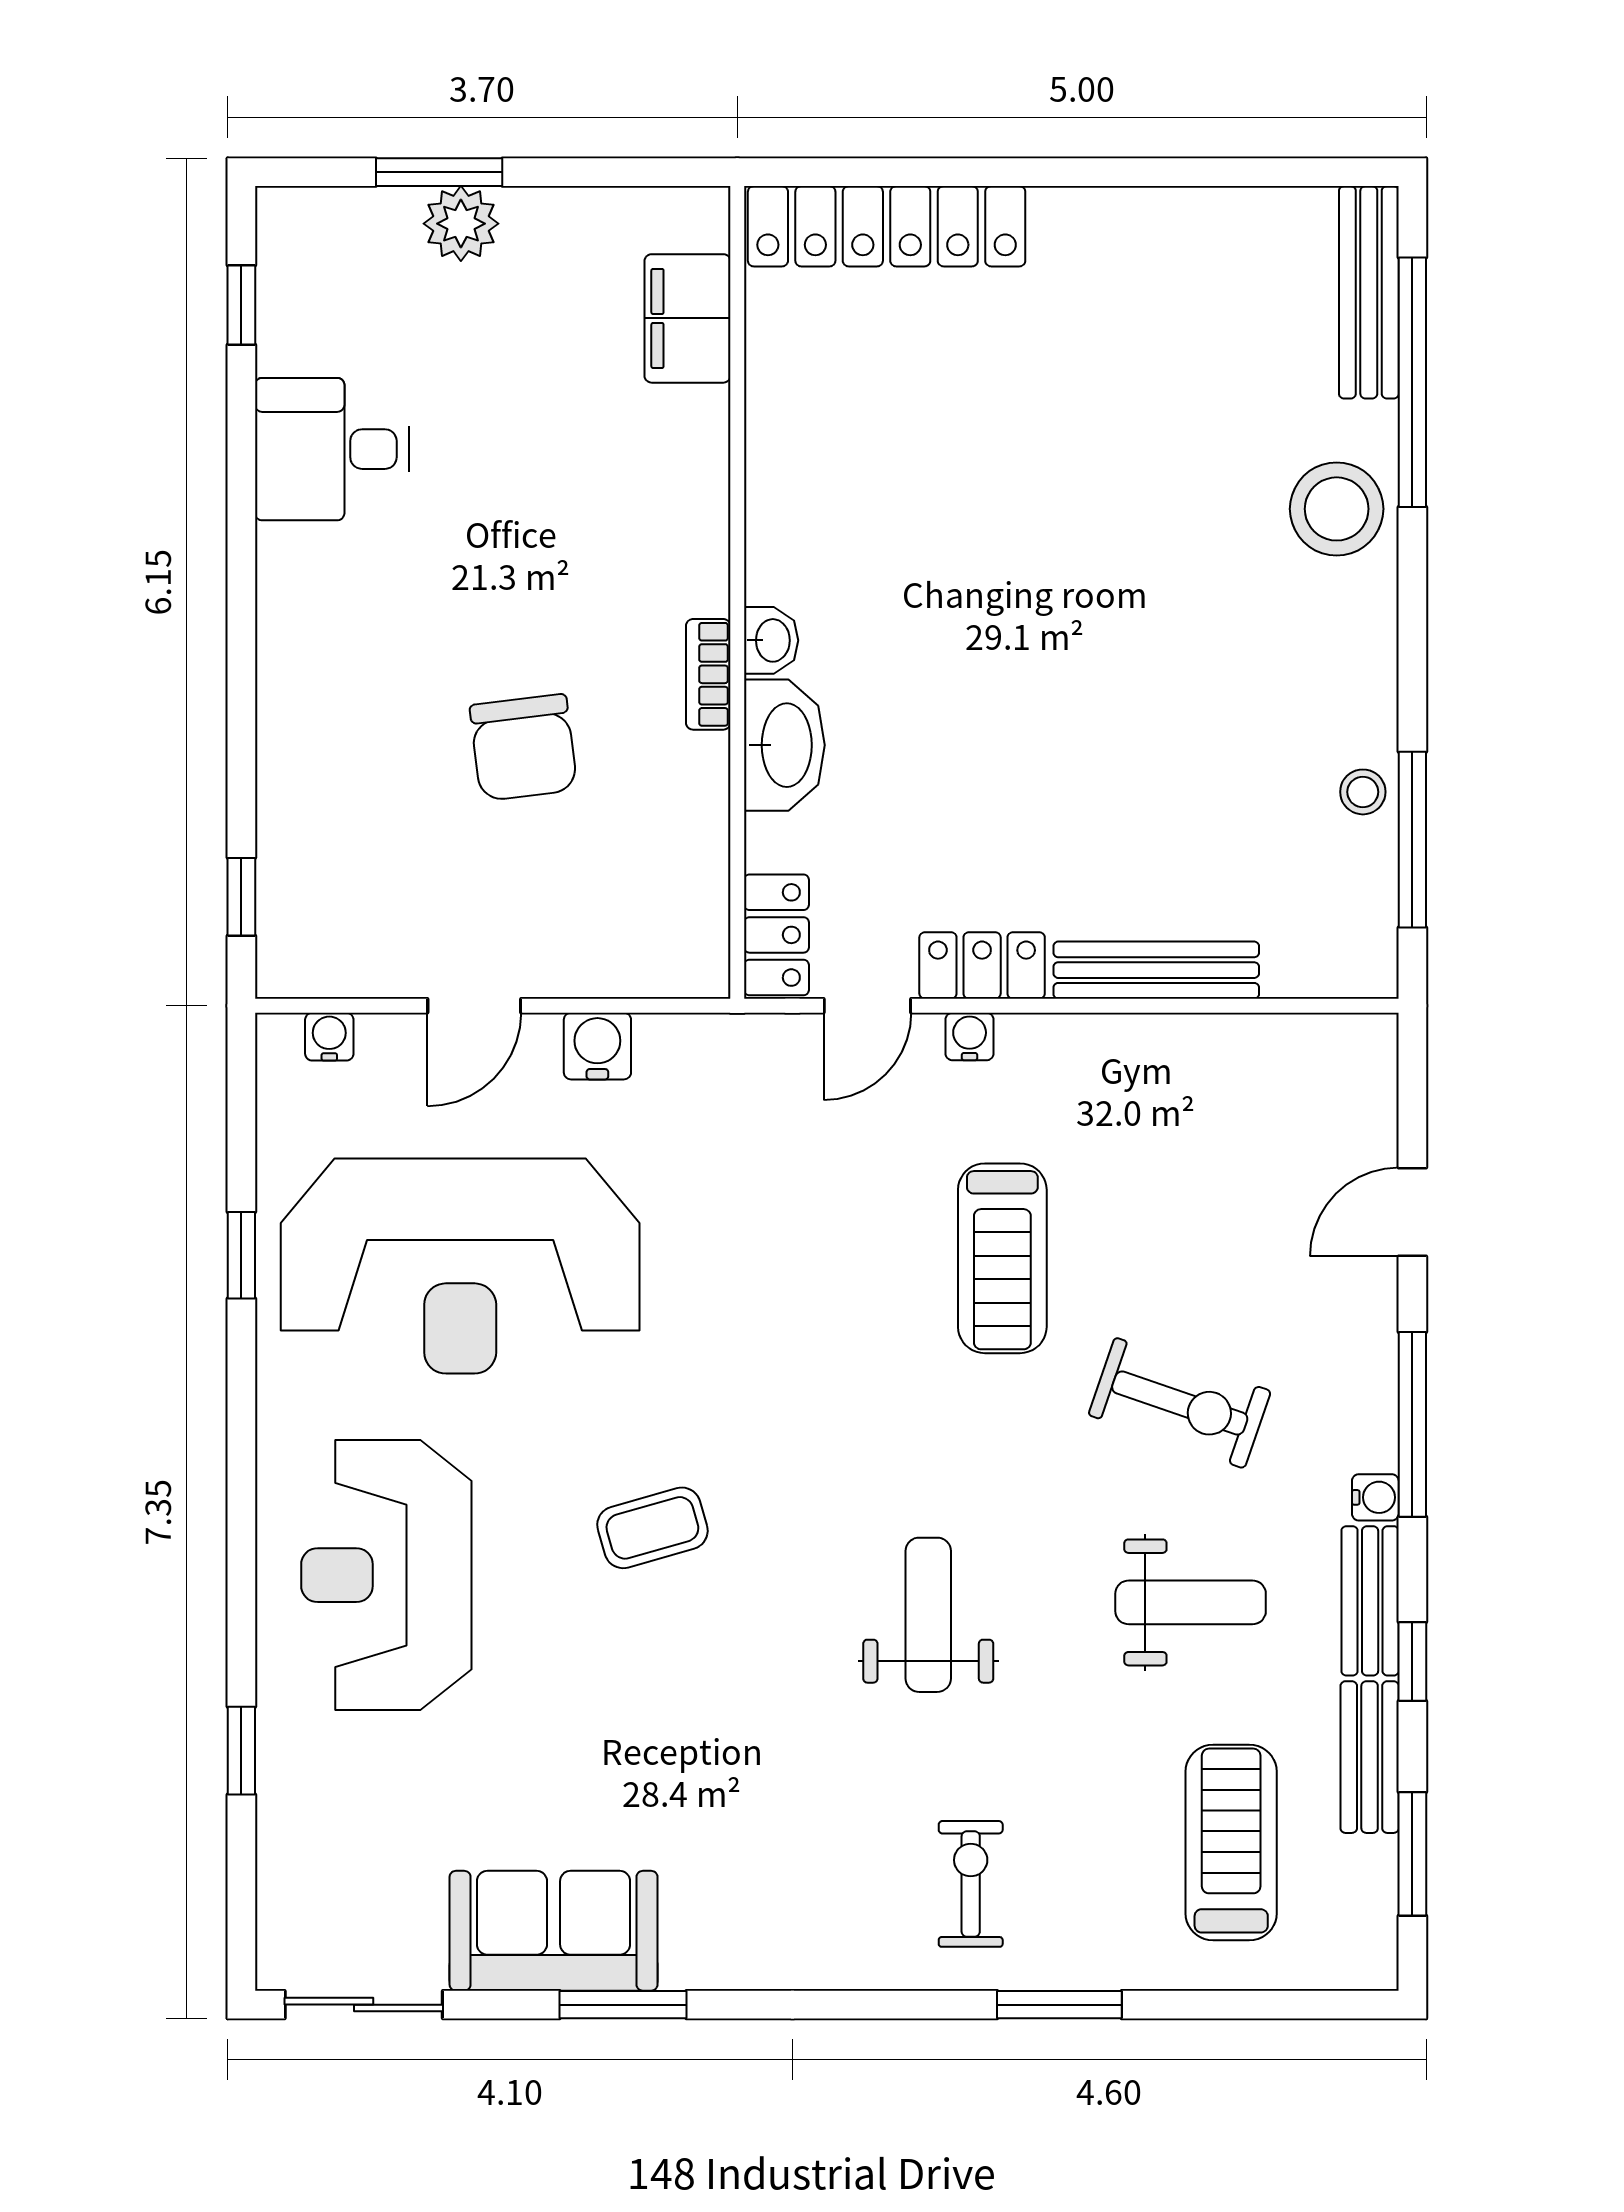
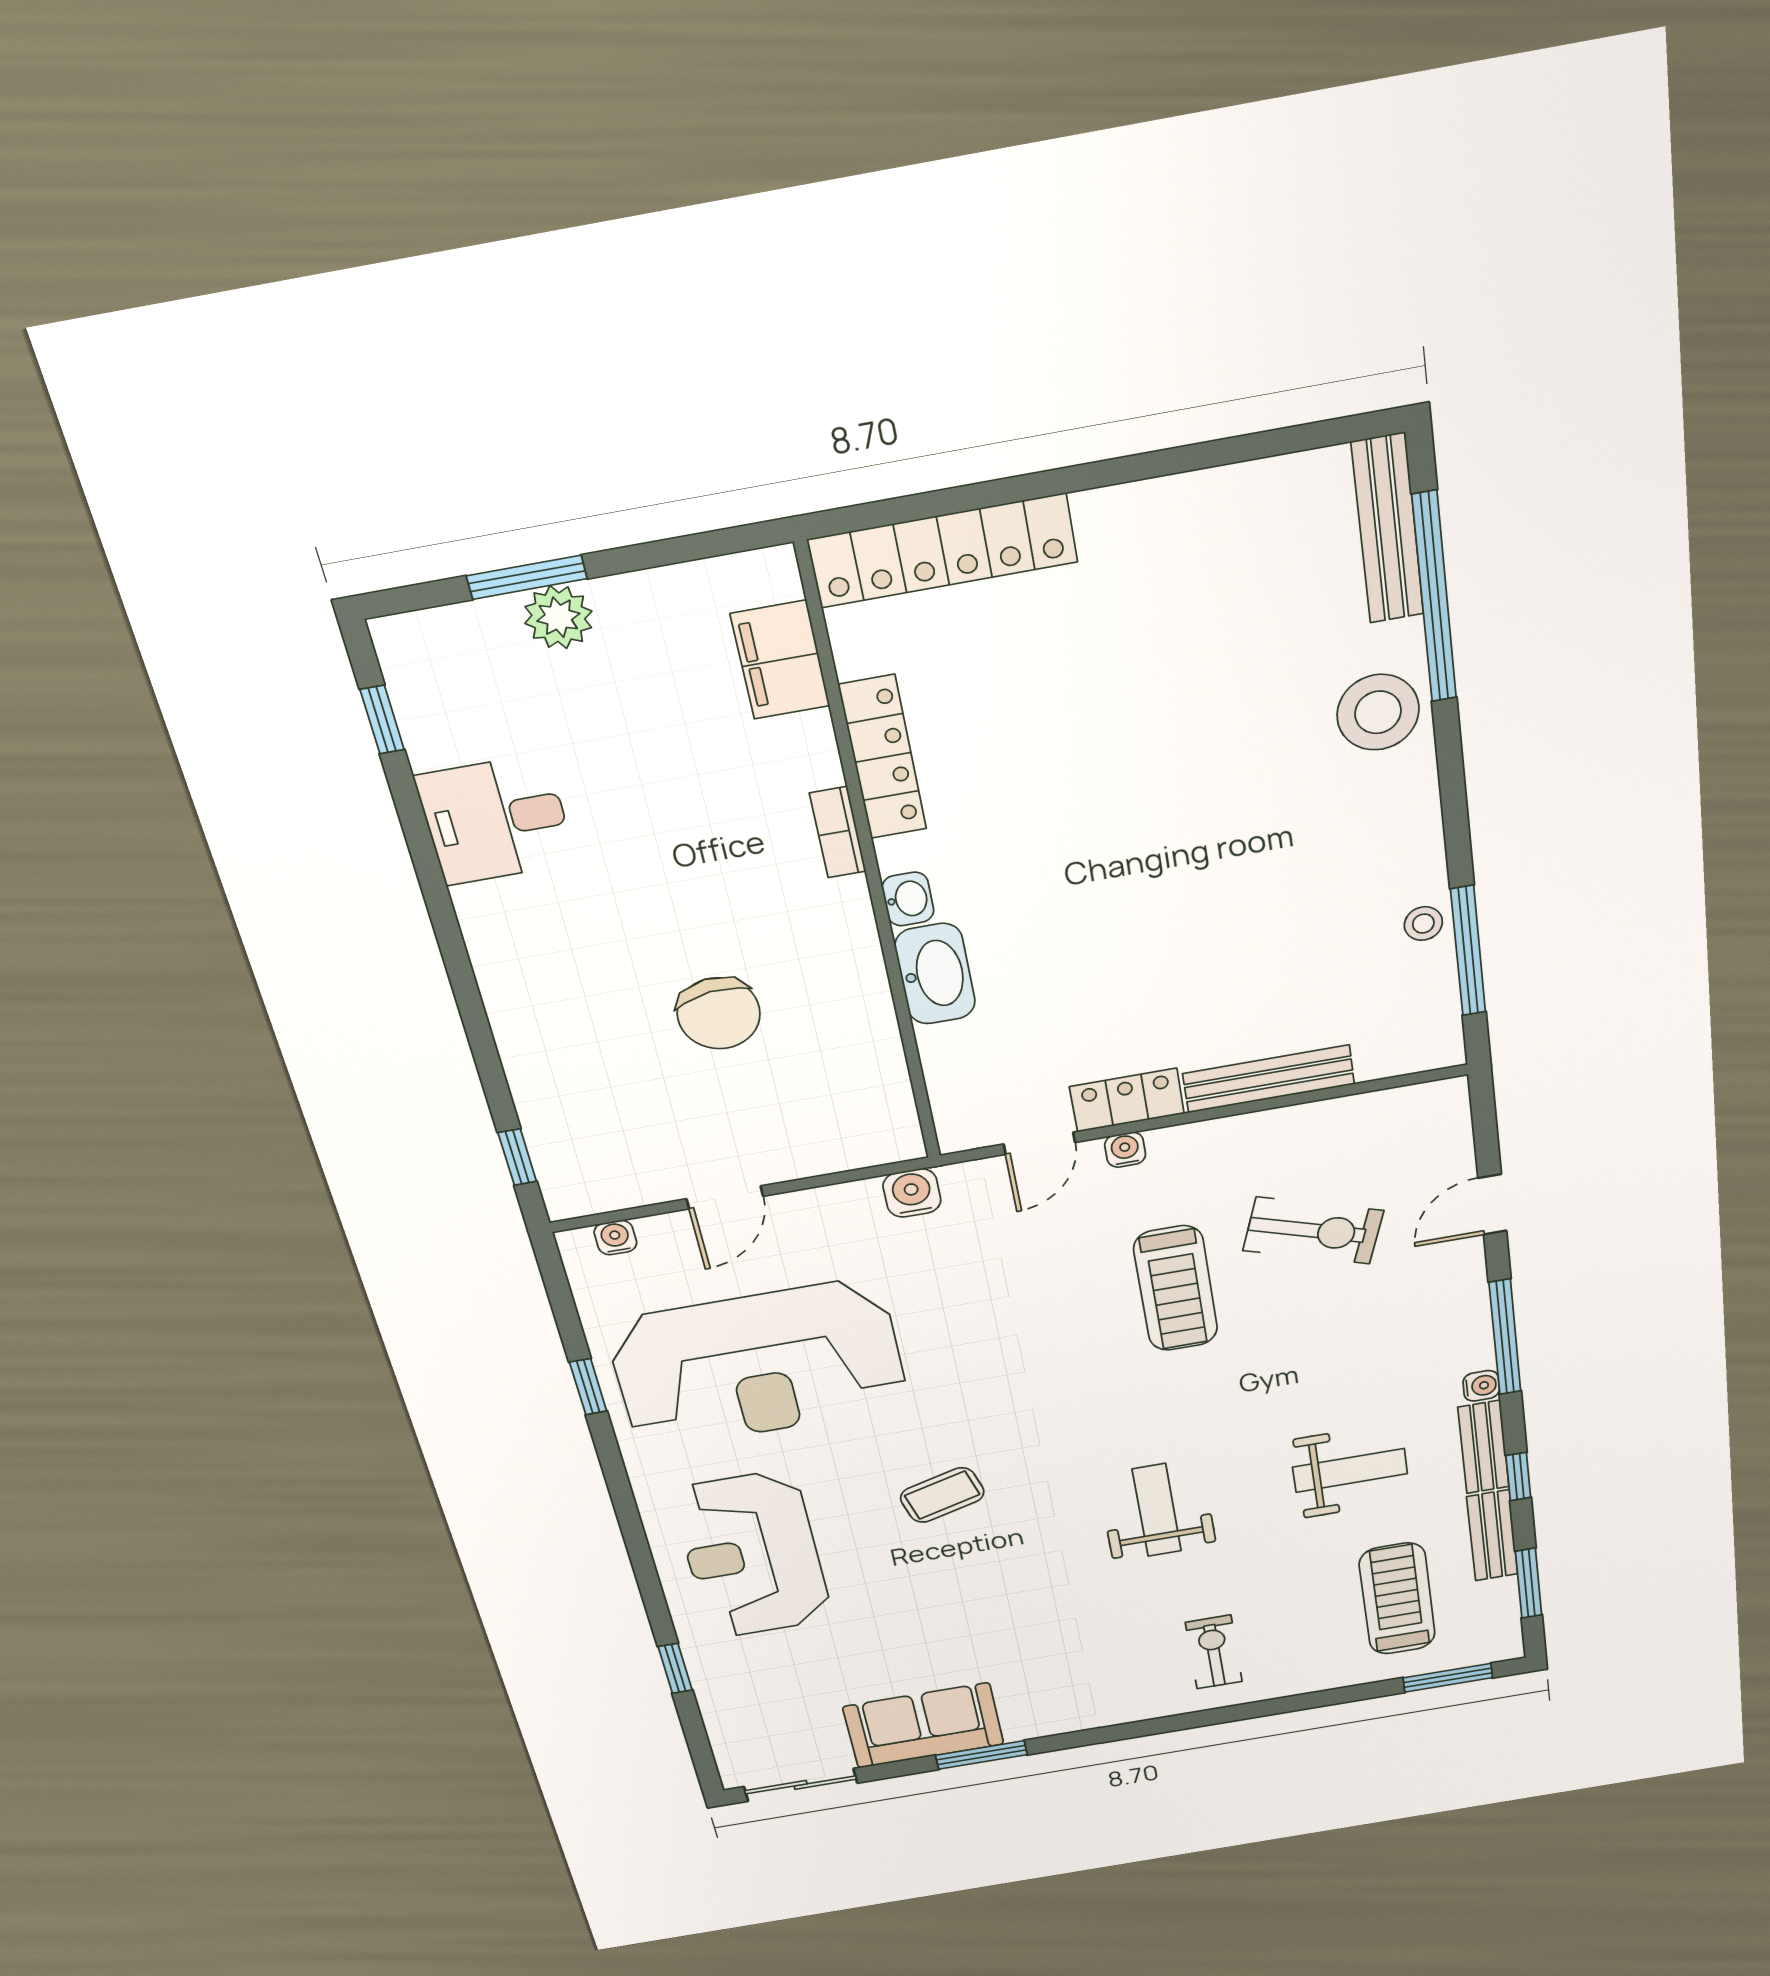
bookcase: (708, 674) -> (838, 832), moved
locker: (776, 935) -> (883, 757), moved, width x1.53
water cooler: (597, 1046) -> (912, 1193), moved
exercise bike: (1180, 1403) -> (1313, 1231), moved
window: (1059, 2005) -> (1448, 1678), moved

